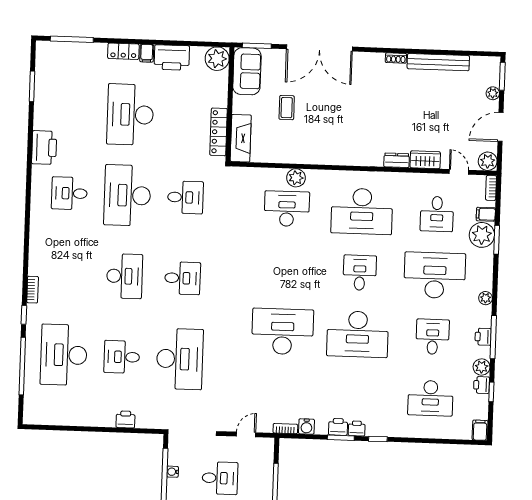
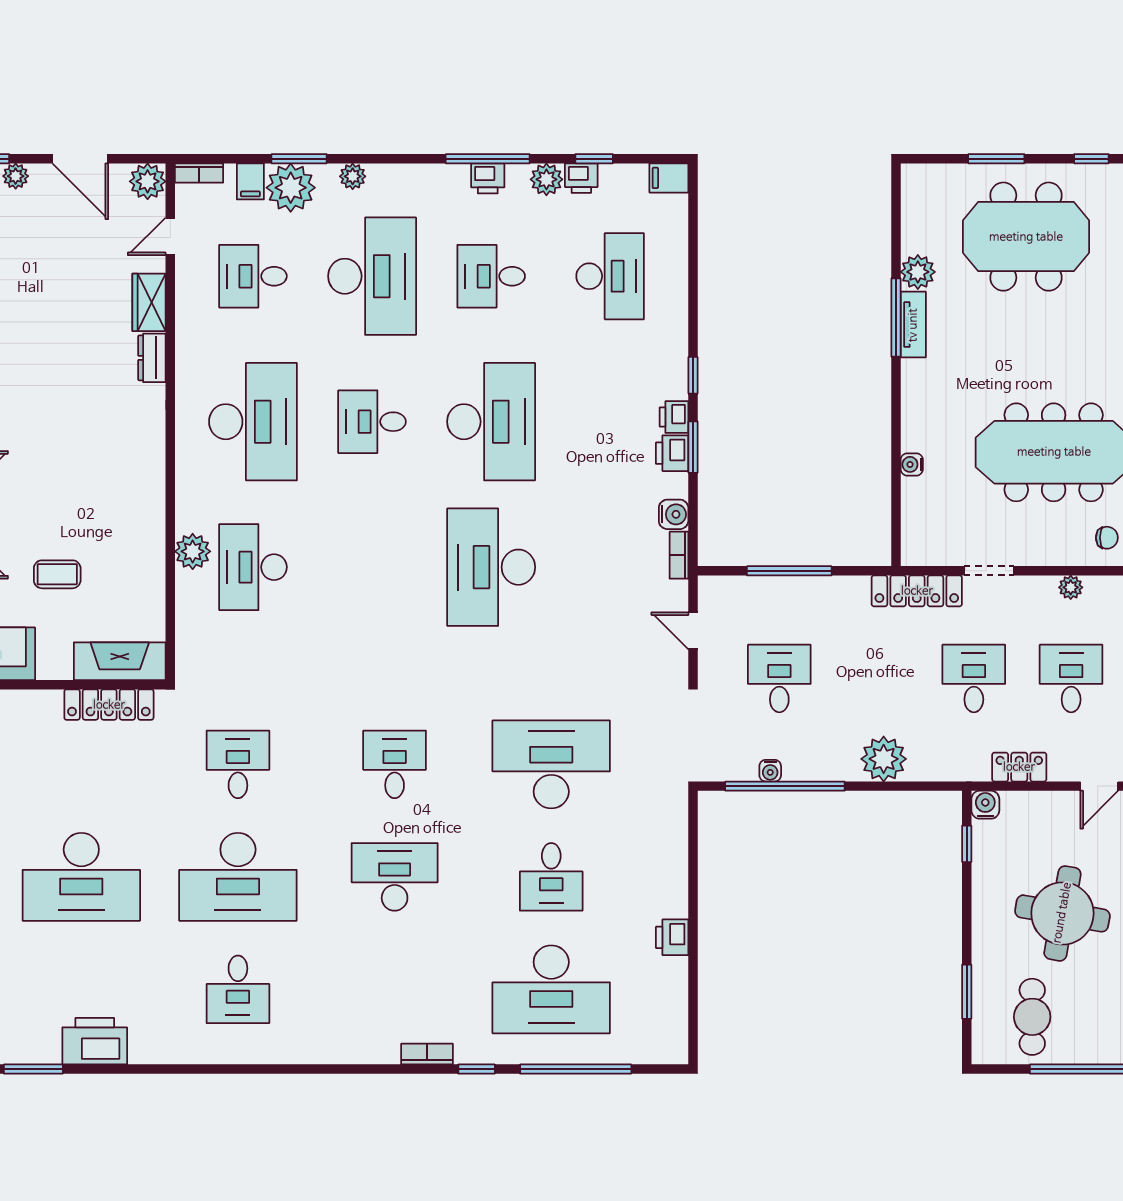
printer: (44, 148) -> (95, 1041), moved
desk: (437, 214) -> (253, 276), turned 180
desk: (435, 275) -> (372, 276), turned 180
plant: (486, 298) -> (353, 176), moved
printer: (126, 419) -> (672, 937), moved

